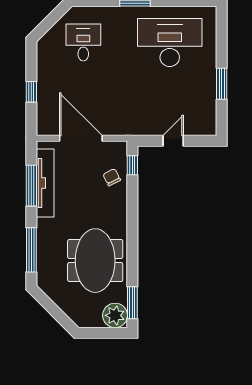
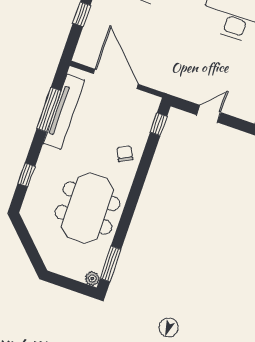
chair: (112, 177) -> (125, 154), moved
window: (31, 250) -> (26, 175), width x0.46
plant: (115, 315) -> (92, 278), width x0.53, depth x0.53

